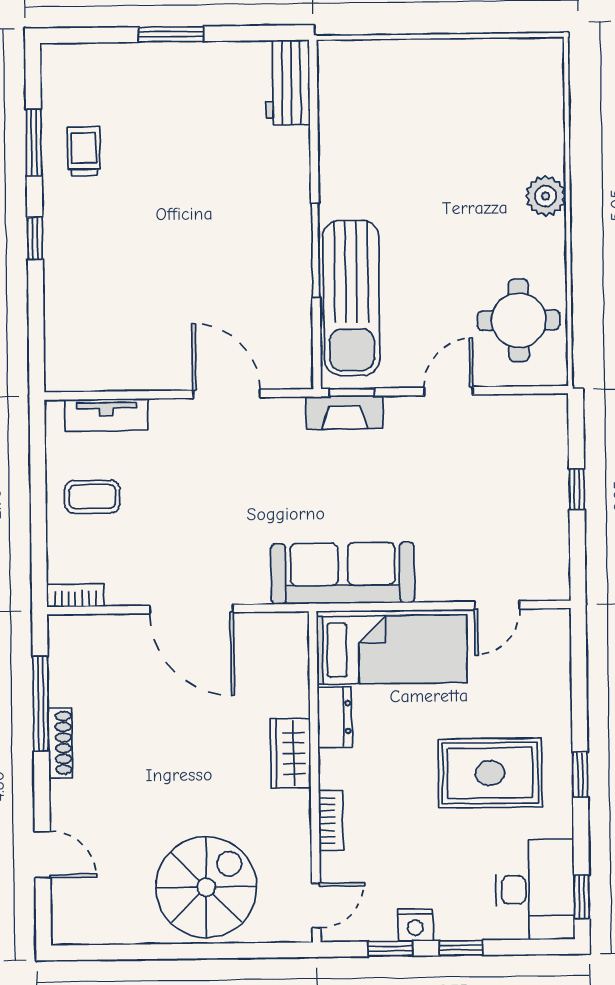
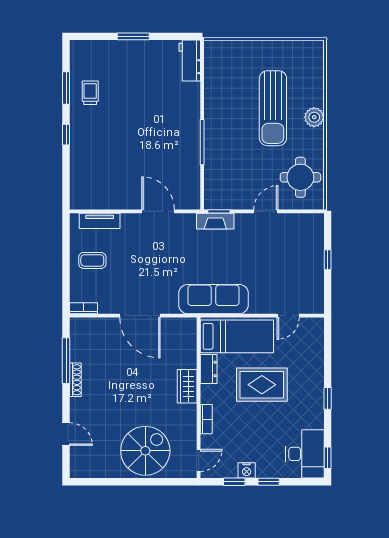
sun lounger: (351, 298) -> (273, 108), moved
rug: (490, 773) -> (262, 385), moved

